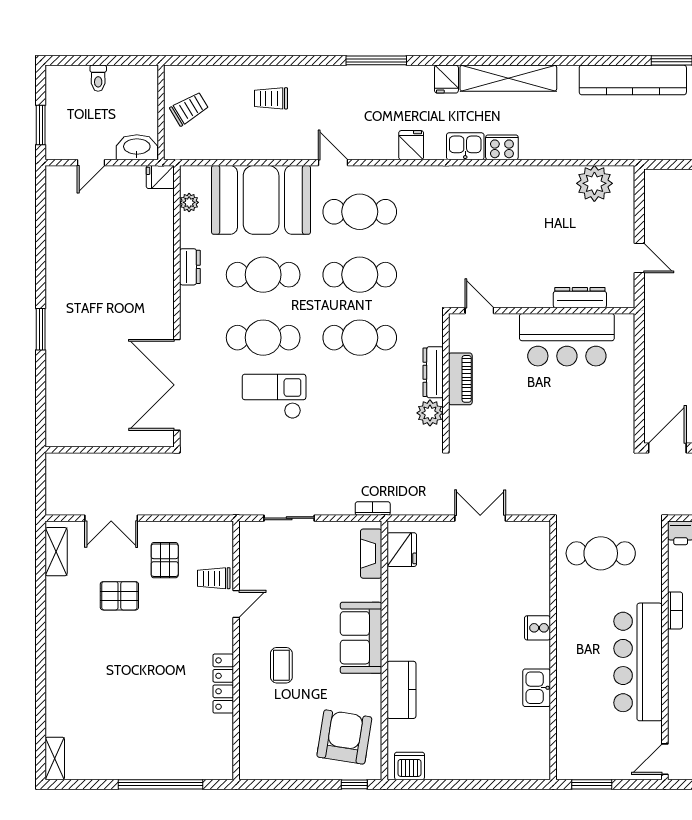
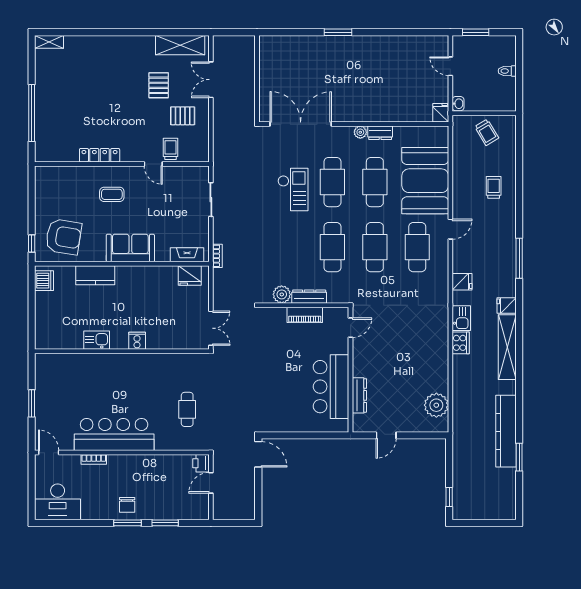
washbasin: (137, 147) -> (458, 104), width x0.52, depth x0.69
plant: (189, 202) -> (360, 132), moved
shelving: (56, 552) -> (180, 45), width x1.50, depth x1.33
cafe table: (601, 553) -> (187, 409), width x0.73, depth x0.74
bookcase: (675, 610) -> (94, 459), moved
cooker: (537, 628) -> (137, 341), moved
wall: (553, 650) -> (122, 351), moved
kitchen sink: (537, 688) -> (97, 340), moved

